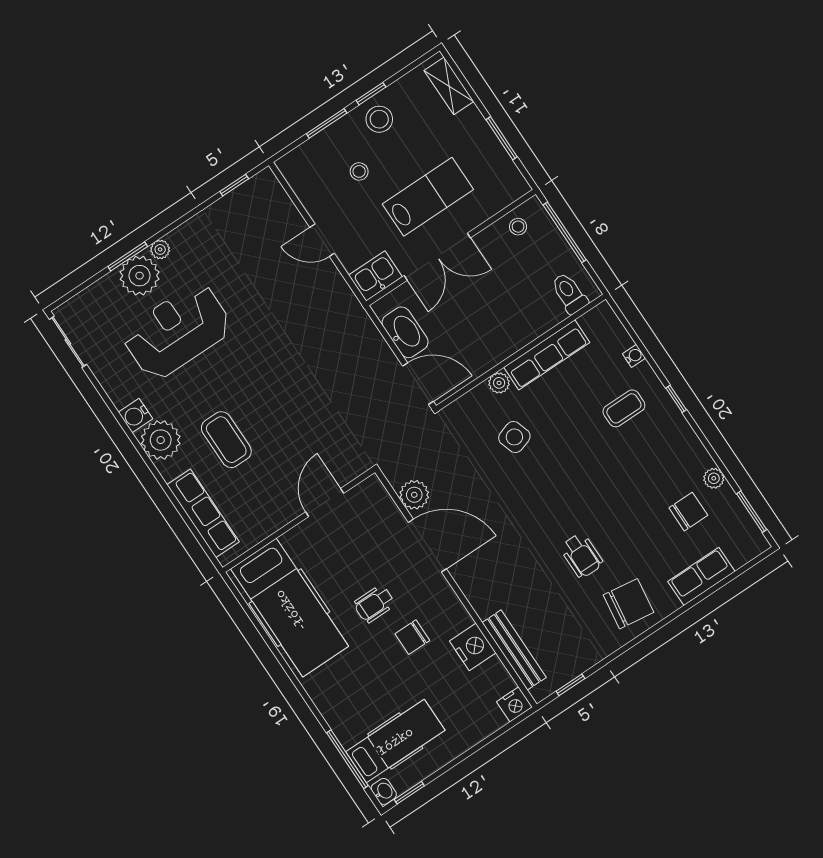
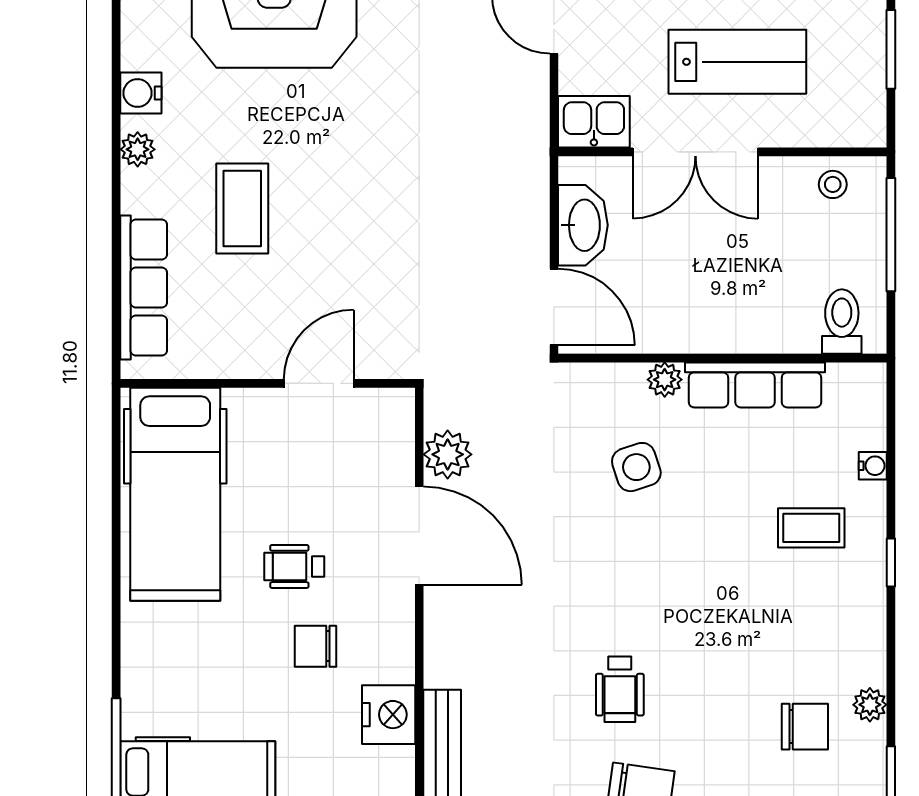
plant: (161, 440) -> (138, 149), width x0.53, depth x0.53

